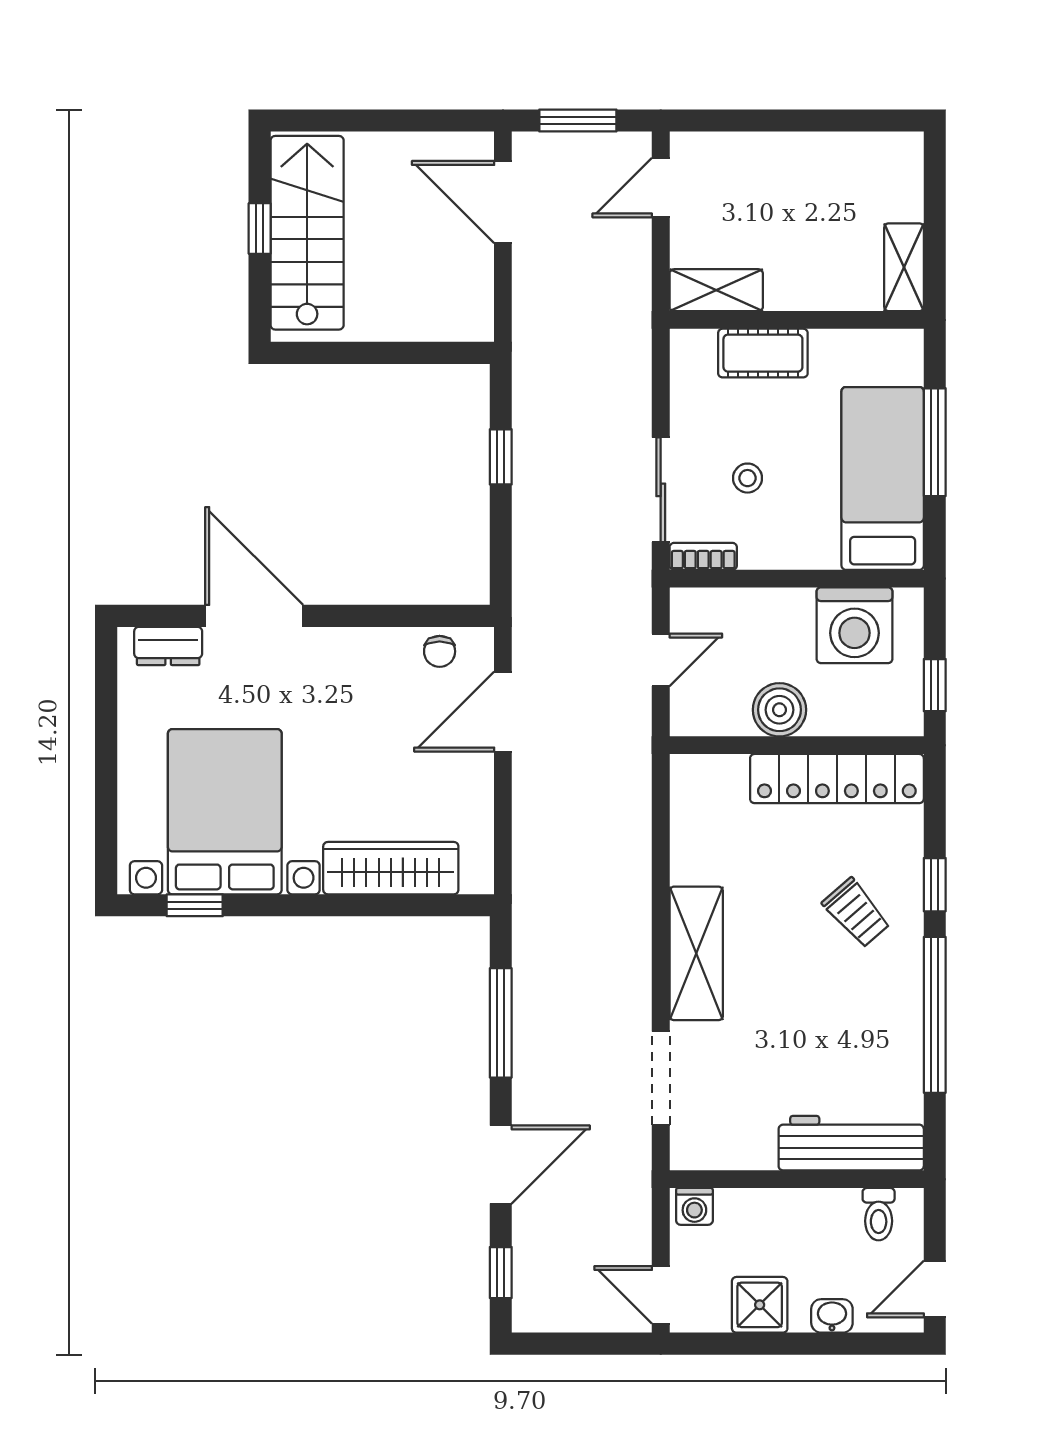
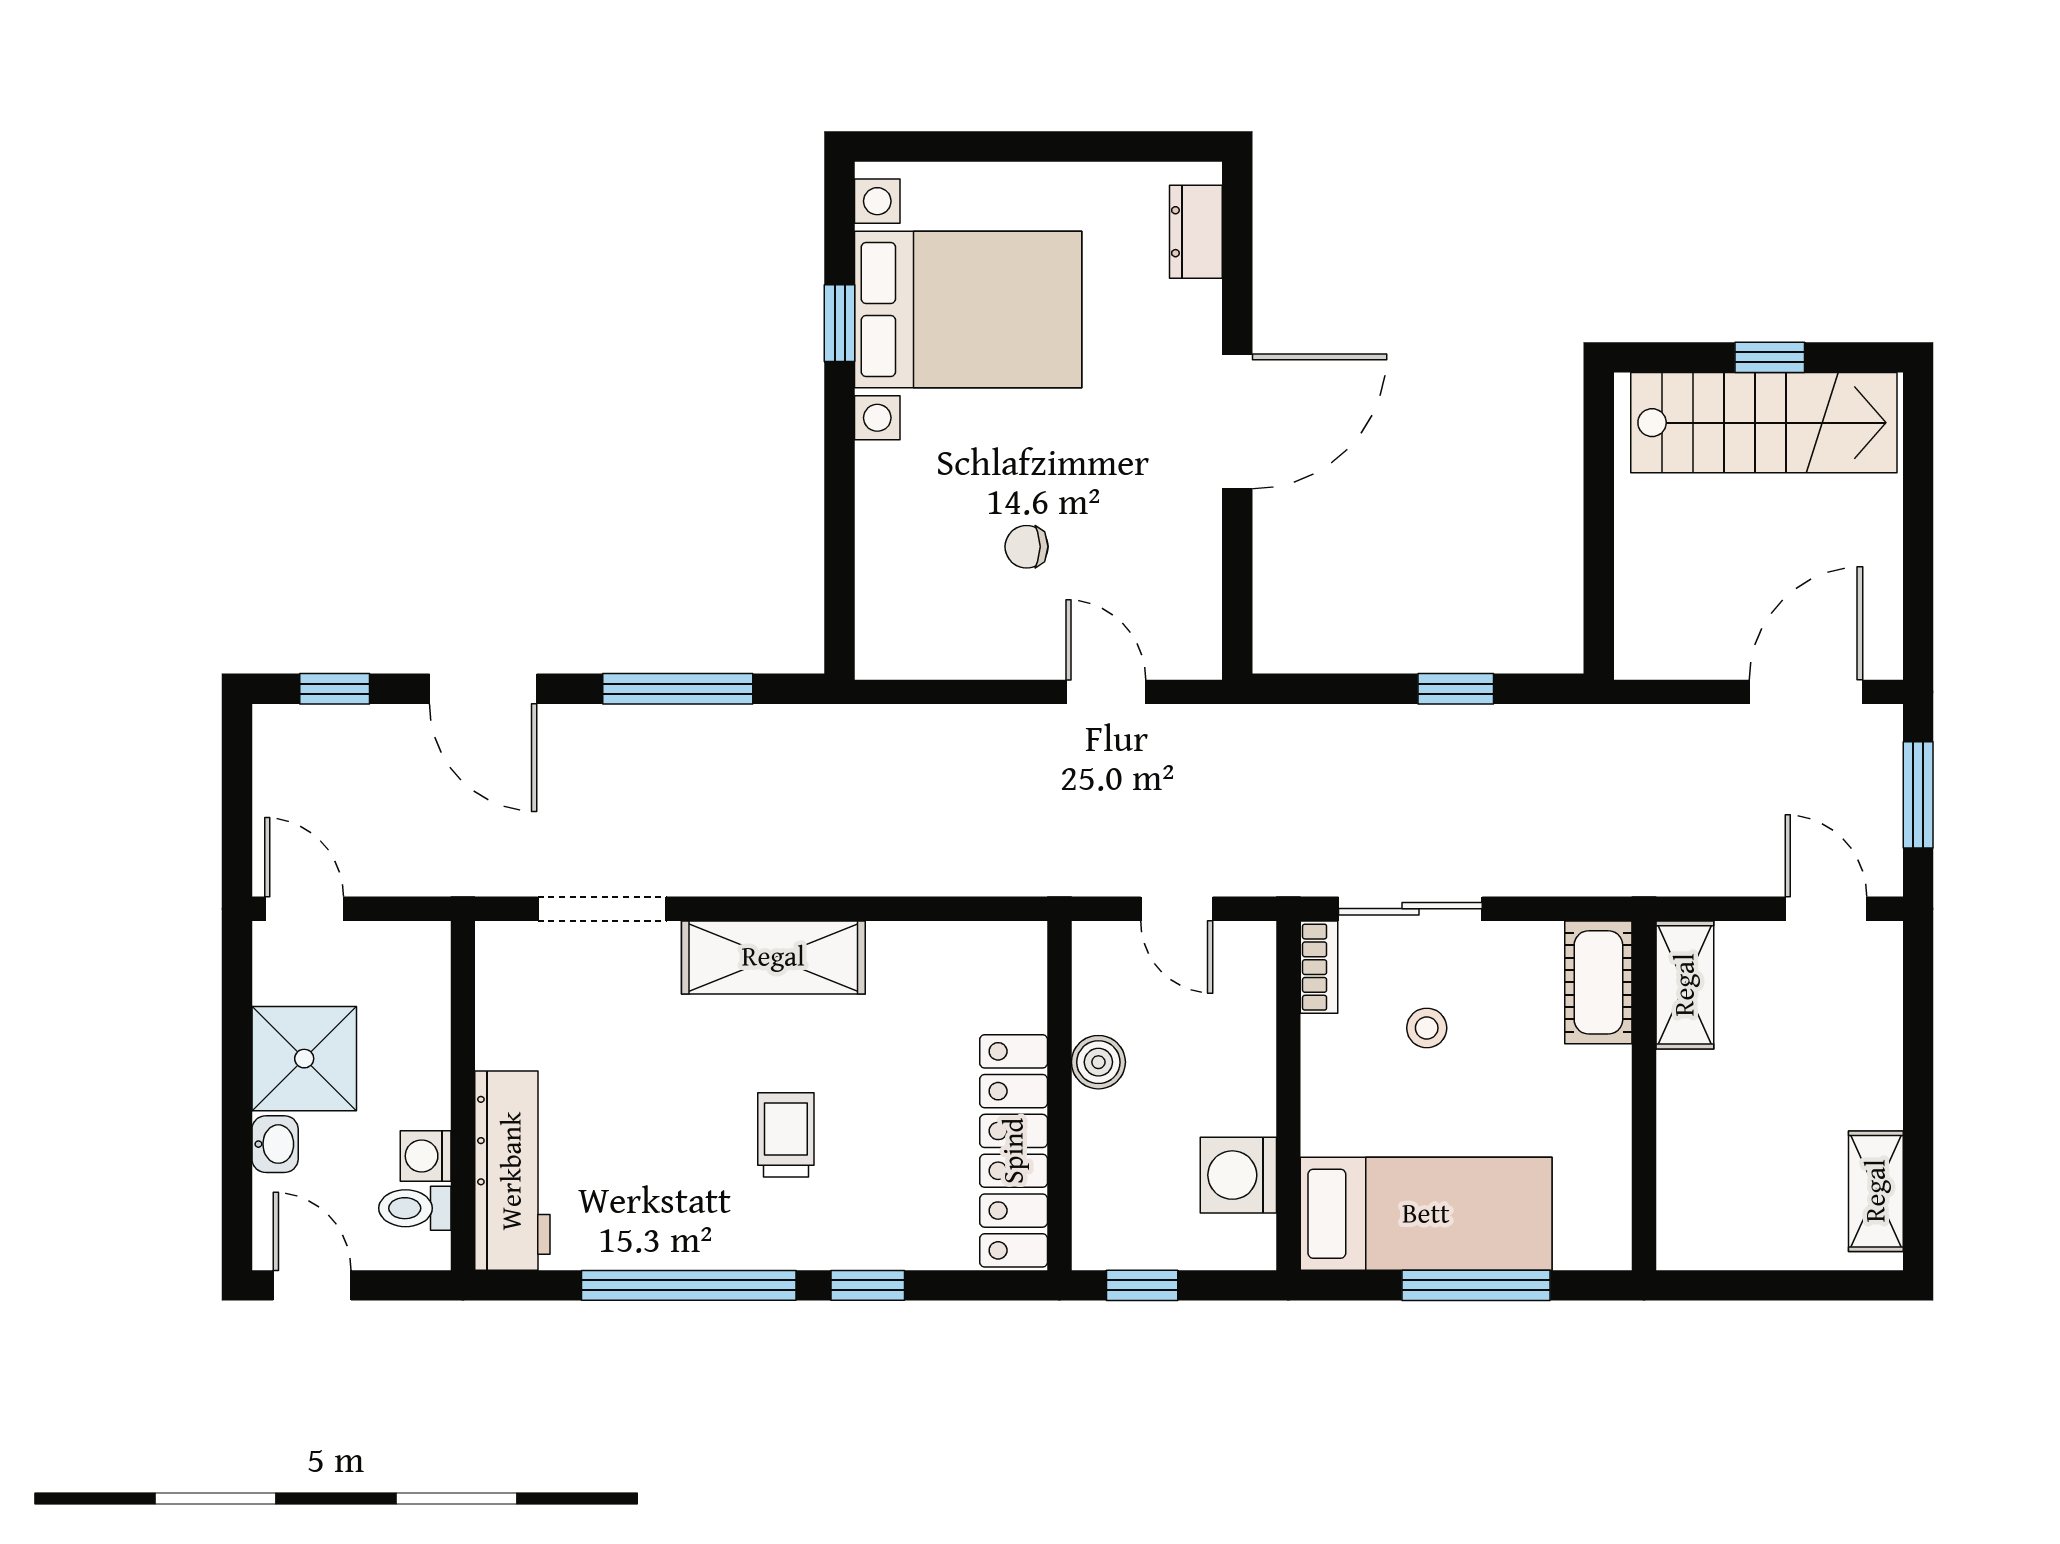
shelving: (904, 267) -> (1876, 1191), moved, turned 90
cot: (763, 353) -> (1598, 982), moved
door: (254, 616) -> (1237, 421), moved
washing machine: (855, 625) -> (1238, 1175), width x0.73, depth x0.73
chair: (440, 651) -> (1027, 547), moved
boiler: (779, 710) -> (1098, 1062), width x0.73, depth x0.73
door: (503, 712) -> (1106, 692), width x0.73
wardrobe: (391, 868) -> (891, 538), removed
window: (195, 905) -> (840, 323), moved
trolley: (856, 913) -> (786, 1135), moved, turned 131
washing machine: (694, 1206) -> (426, 1156), moved
door: (661, 1295) -> (304, 909), hinge flipped
shower: (760, 1305) -> (304, 1059), width x1.36, depth x1.36

